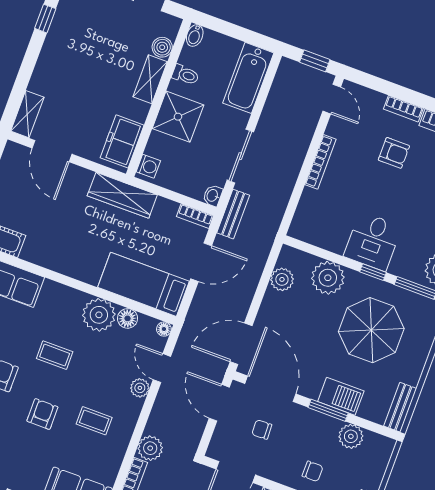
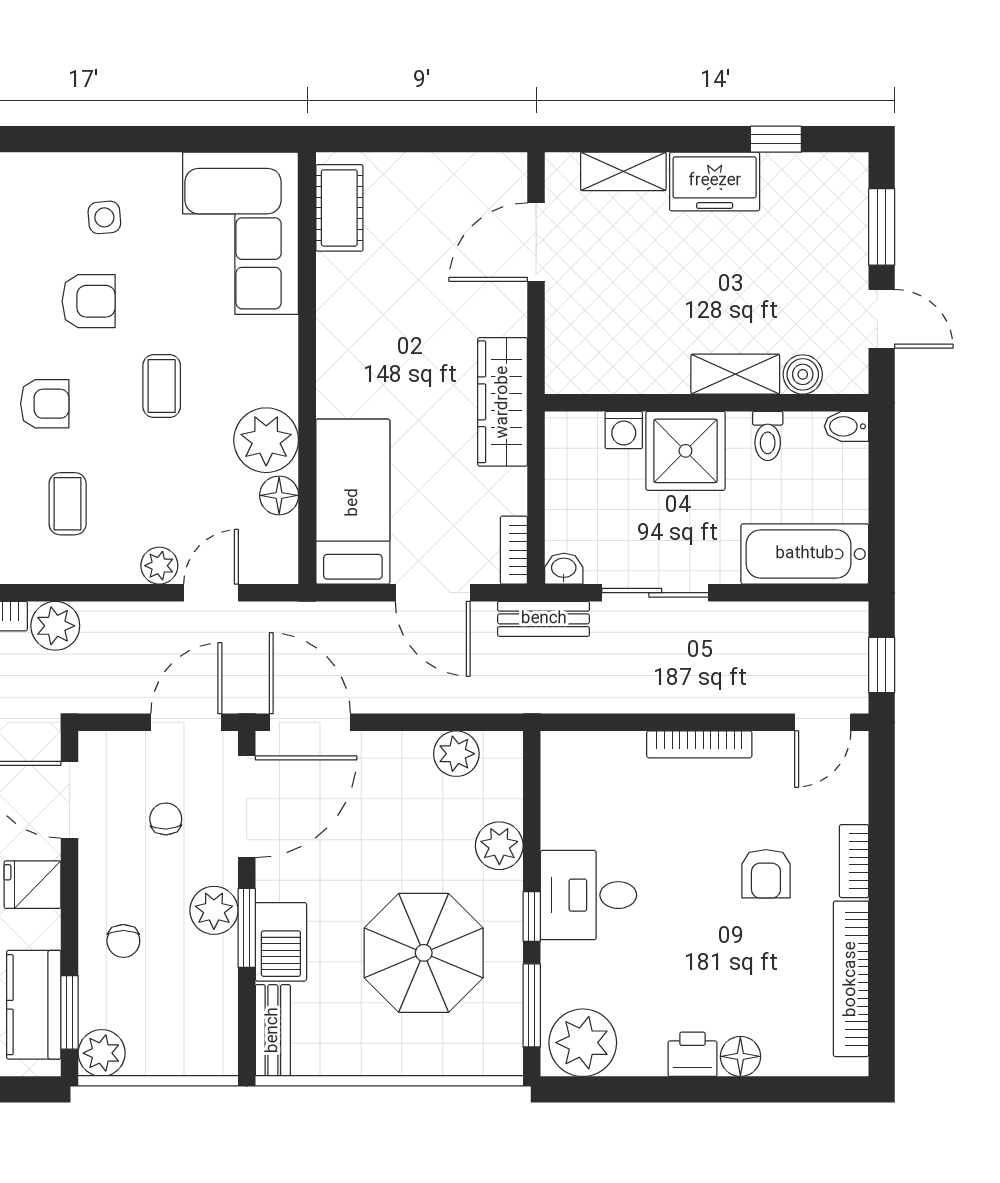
shelving: (27, 114) -> (623, 171), moved
freezer: (122, 141) -> (715, 181), moved, turned 180
washing machine: (148, 166) -> (624, 430), moved
plant: (328, 278) -> (499, 846), width x0.73, depth x0.73
floor lamp: (164, 329) -> (284, 570), removed
bench: (400, 407) -> (273, 1030), moved, turned 90
plant: (351, 436) -> (214, 910), moved

